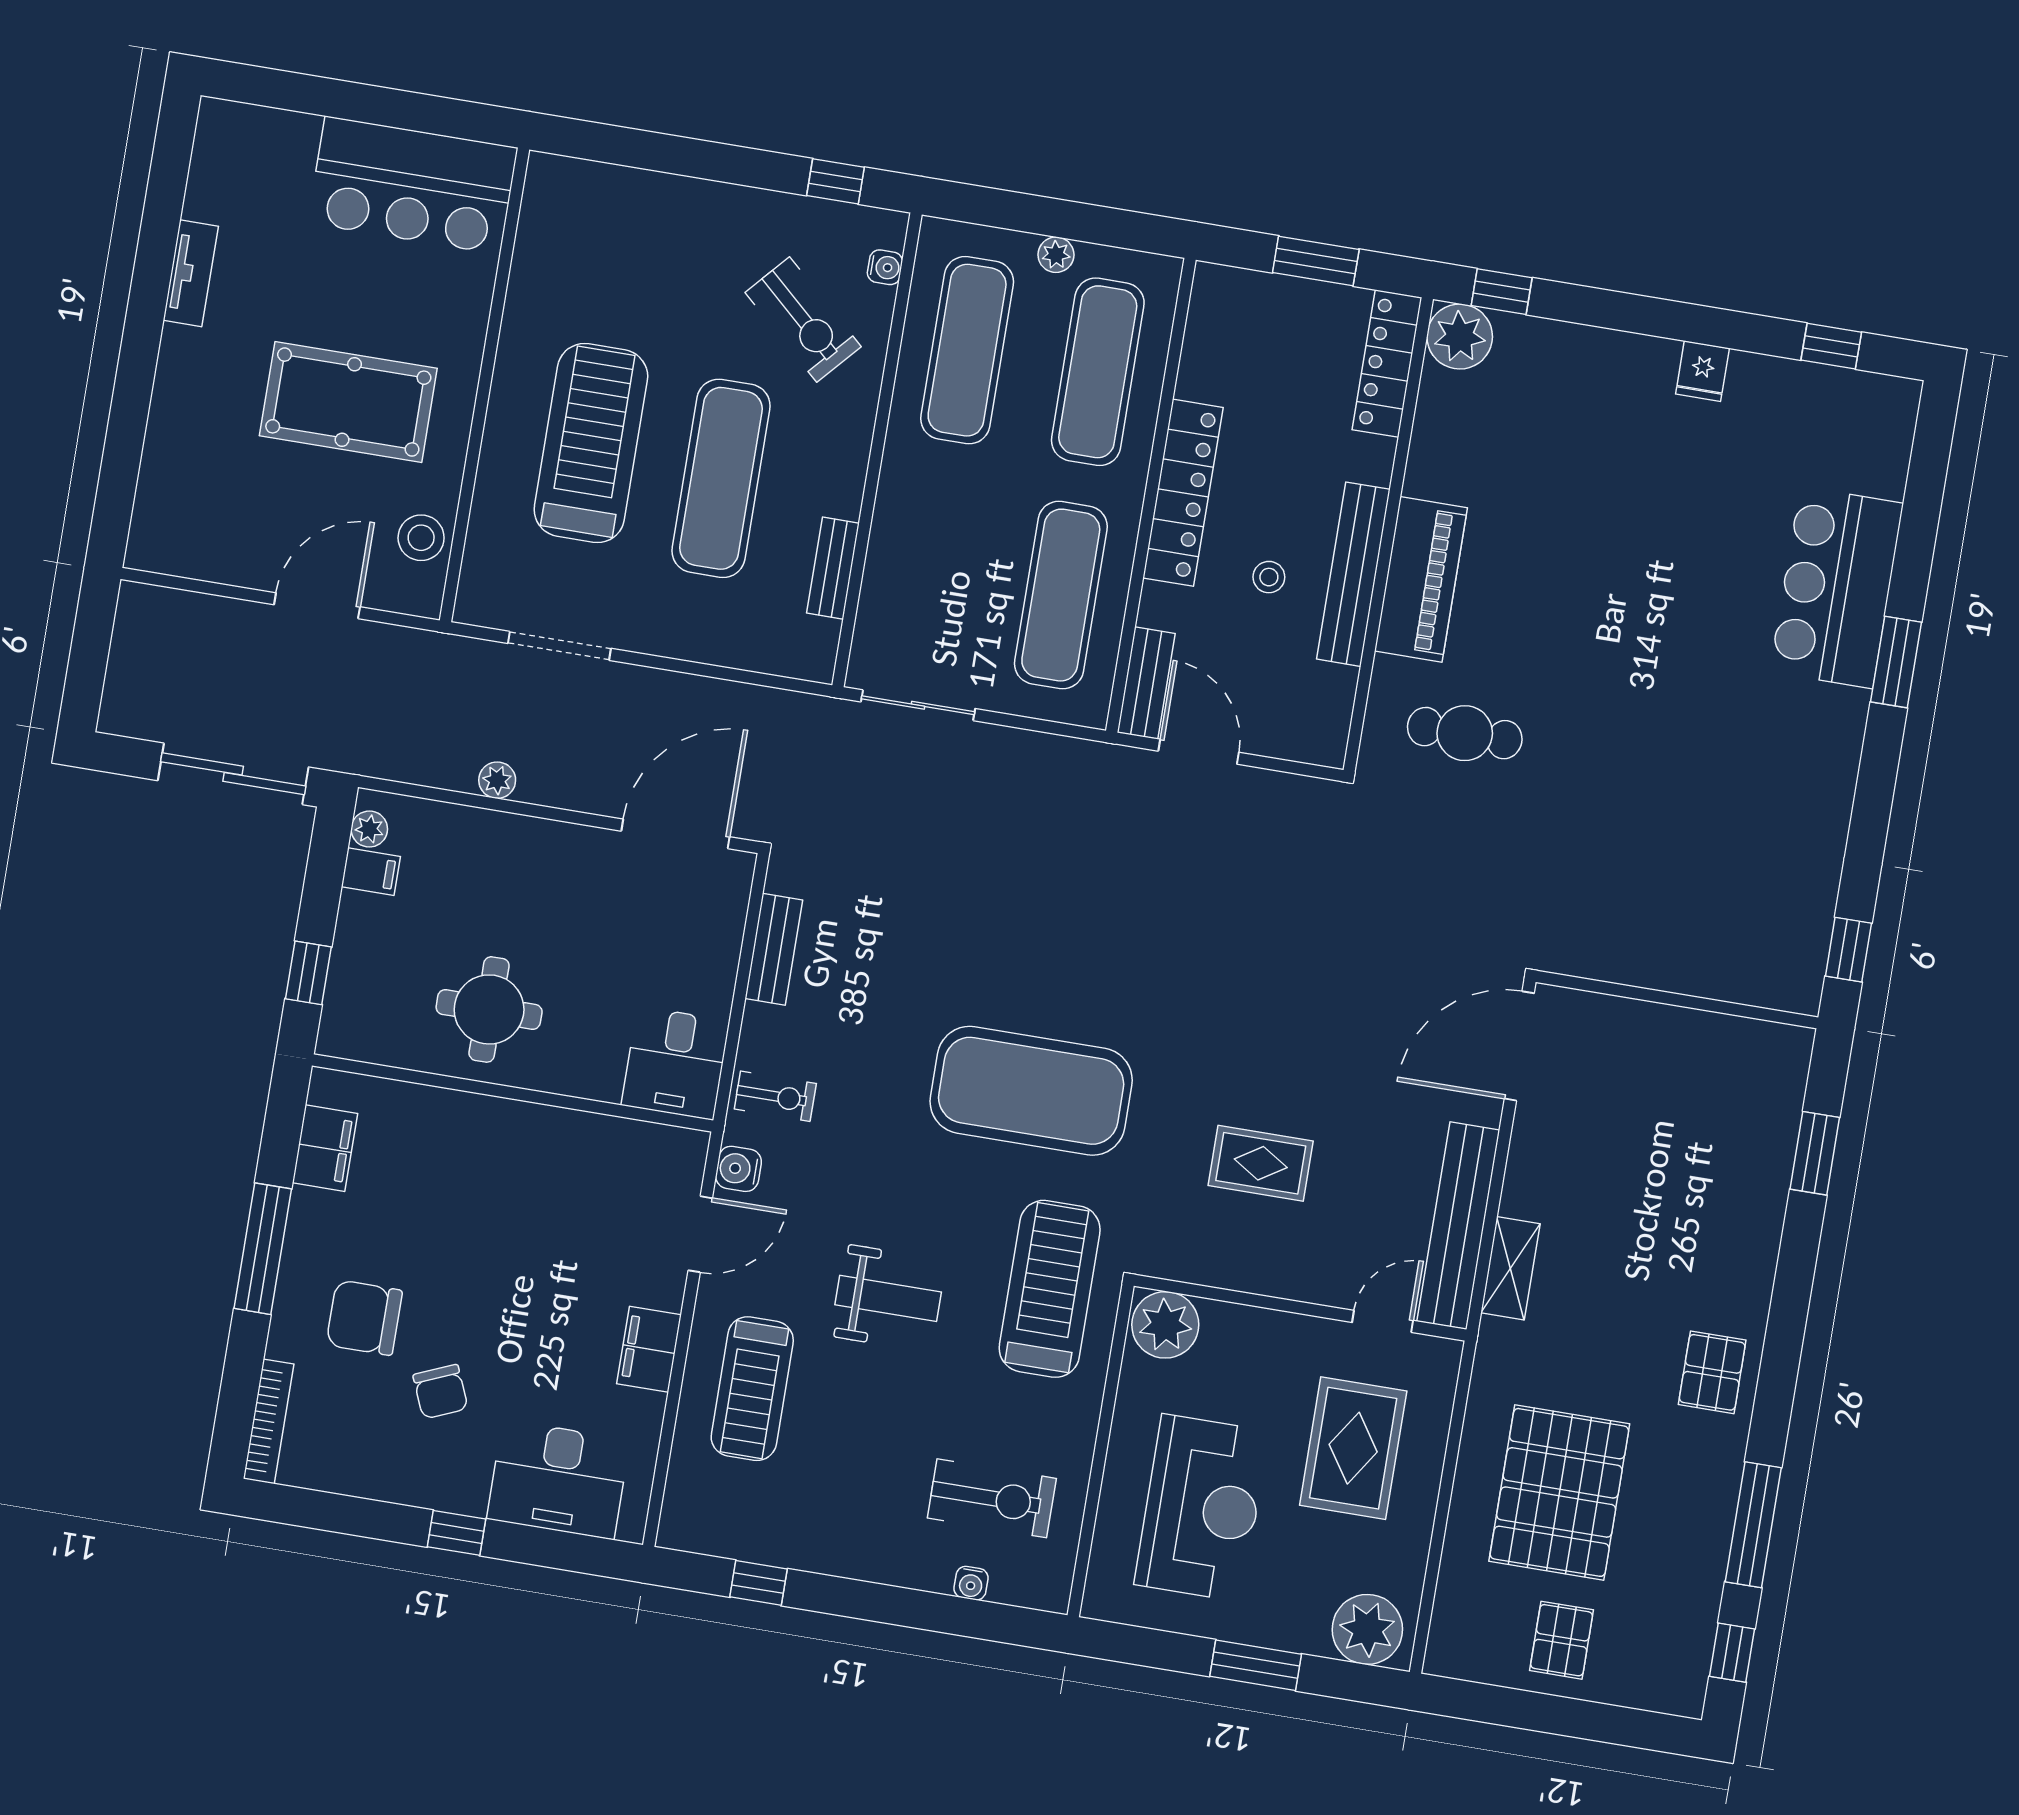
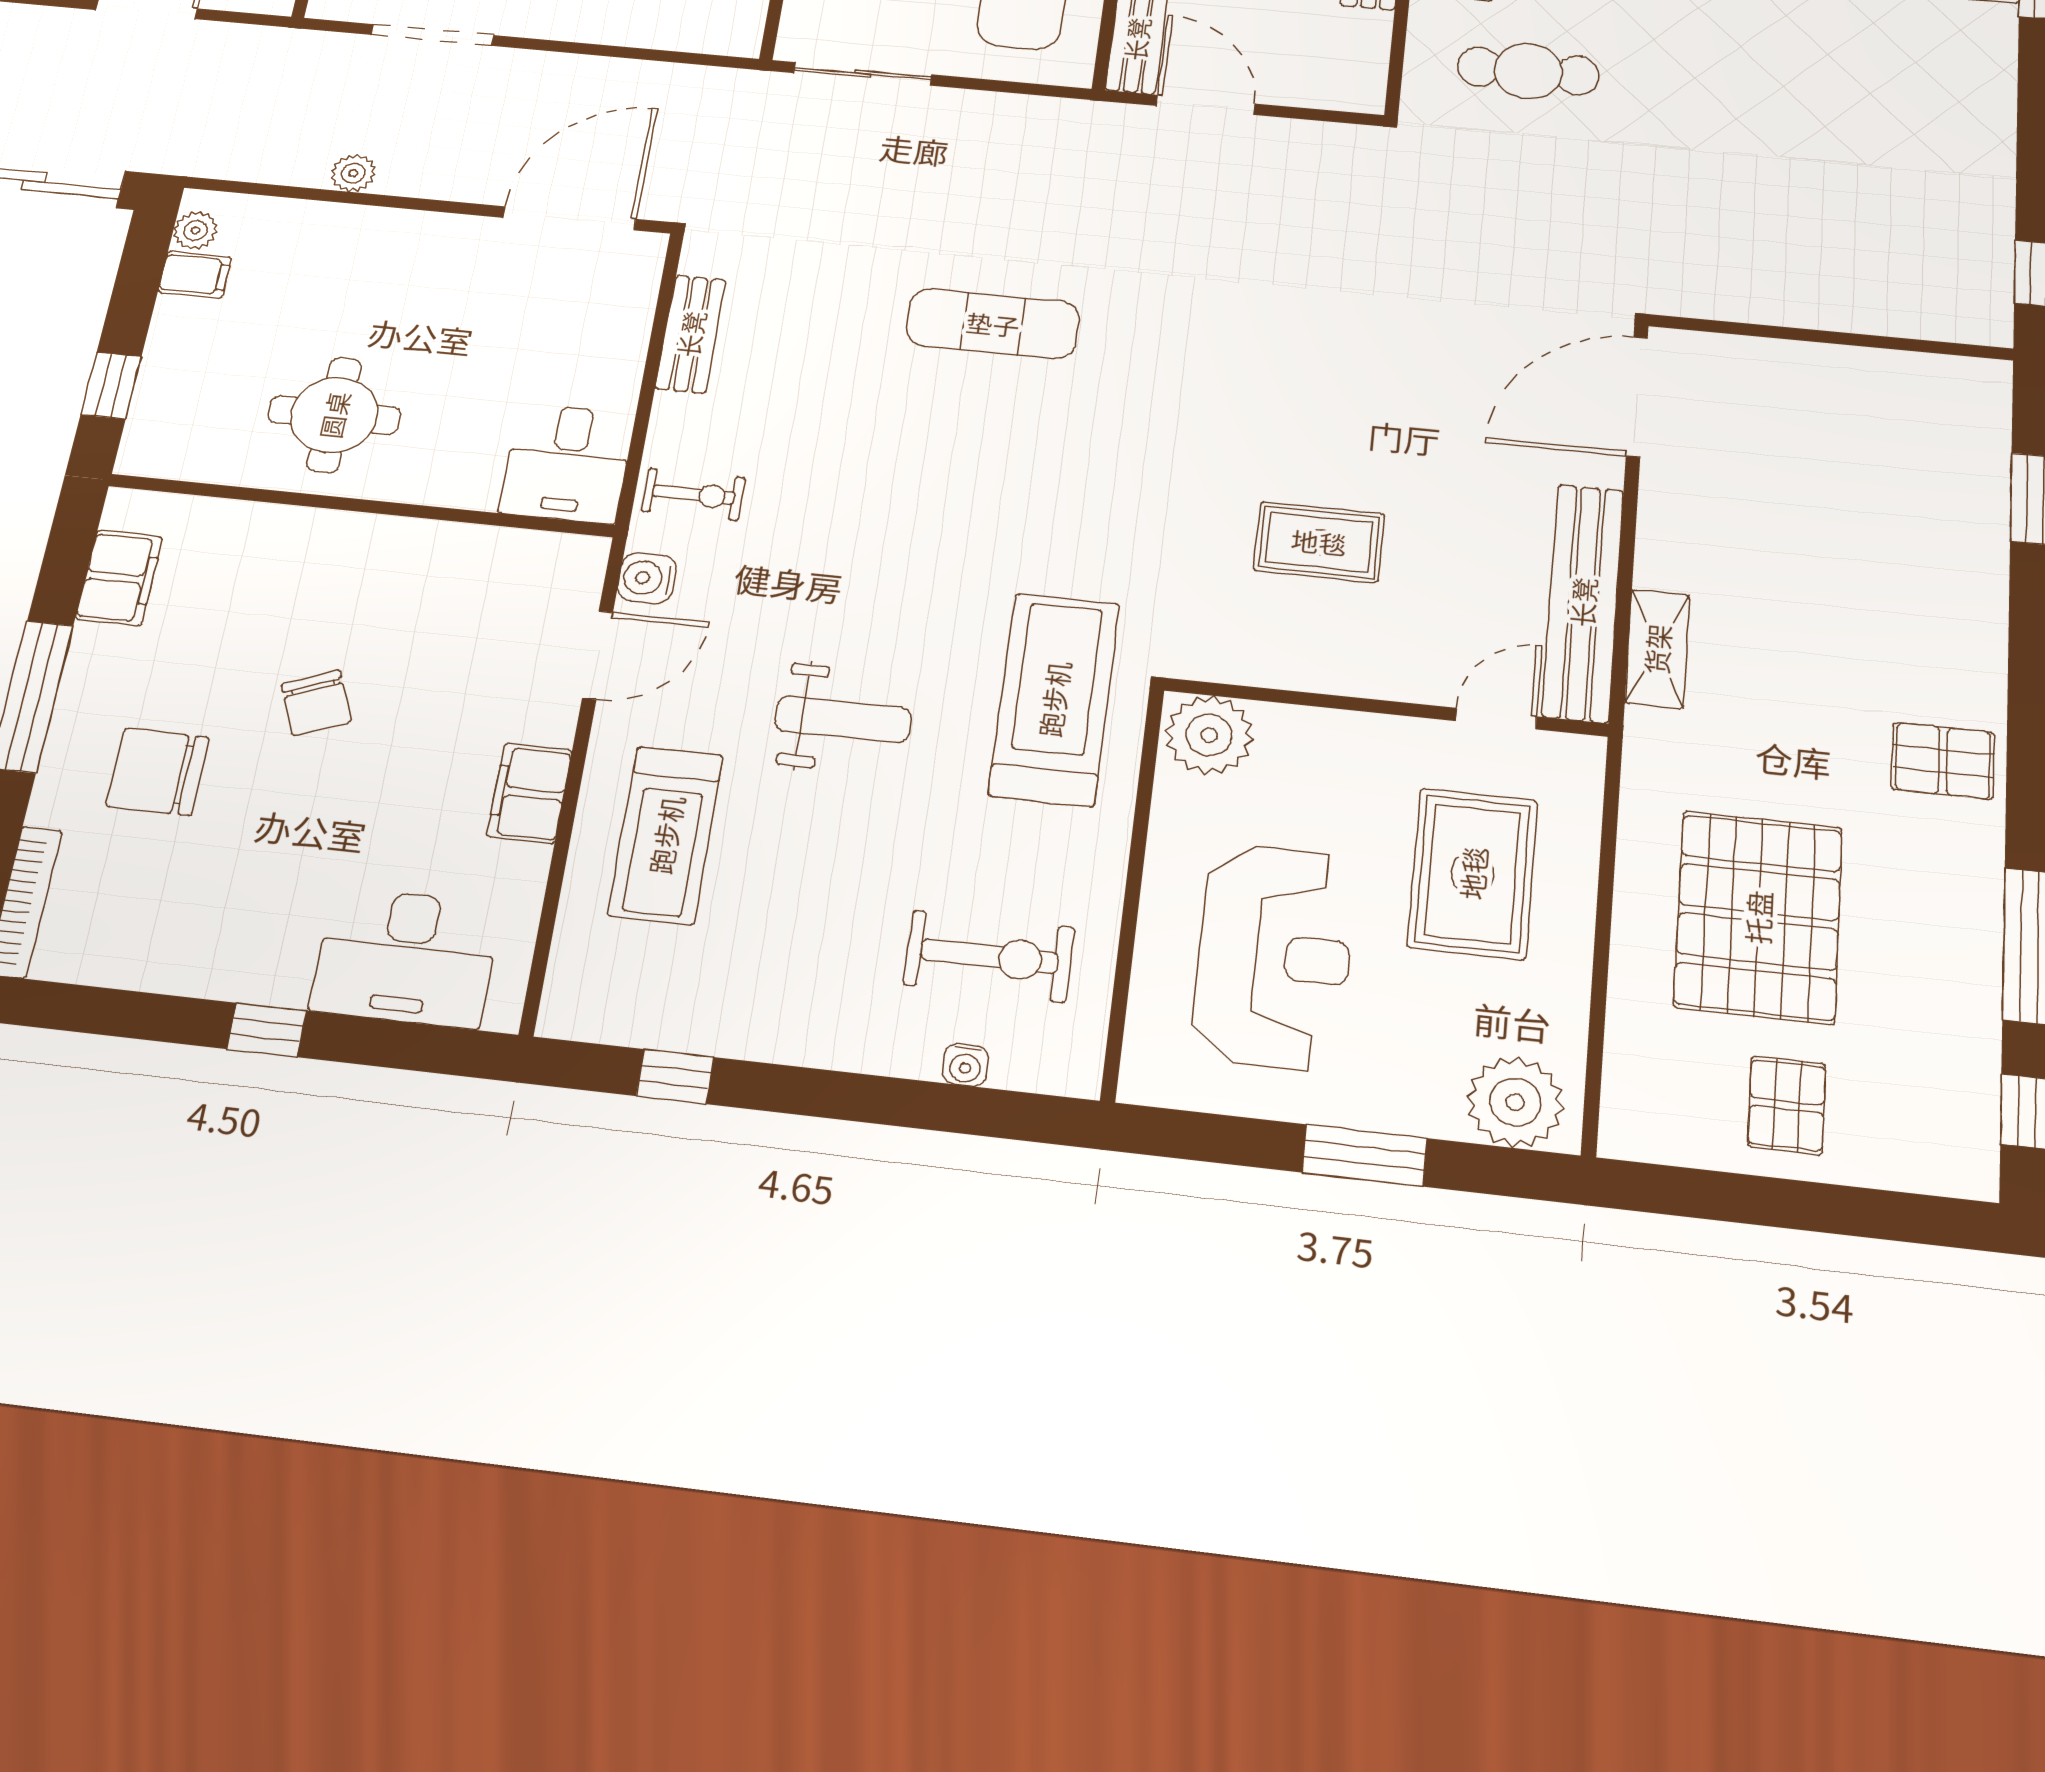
exercise mat: (1031, 1091) -> (993, 324), moved, width x0.50, depth x0.69
pallet: (1712, 1372) -> (1943, 761), turned 90
chair: (440, 1392) -> (316, 703), moved

